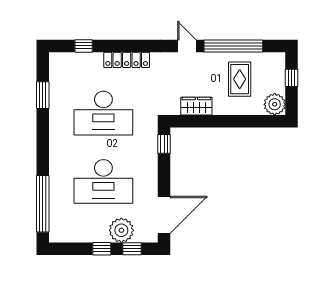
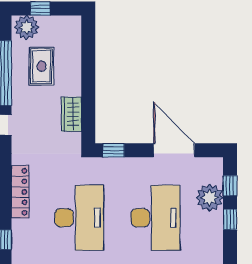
rug: (240, 79) -> (42, 66), turned 90
plant: (275, 104) -> (27, 27), moved
door: (164, 215) -> (174, 150), moved

